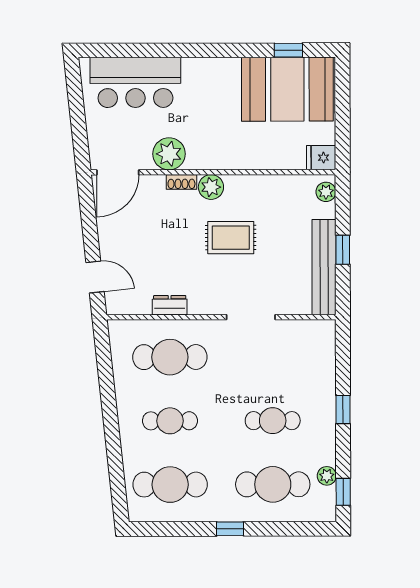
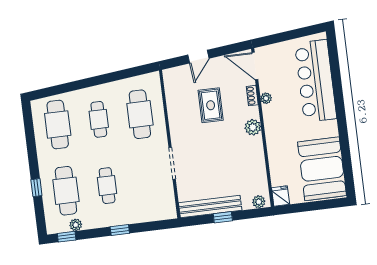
window: (288, 50) -> (347, 166), removed
bar counter: (135, 82) -> (316, 81), width x1.36
plant: (169, 154) -> (266, 98), width x0.53, depth x0.53
shoe rack: (181, 182) -> (252, 96), moved
rug: (231, 238) -> (211, 105), moved
door: (95, 277) -> (198, 57), moved
dresser: (170, 305) -> (173, 110), removed
window: (230, 529) -> (36, 188), moved

